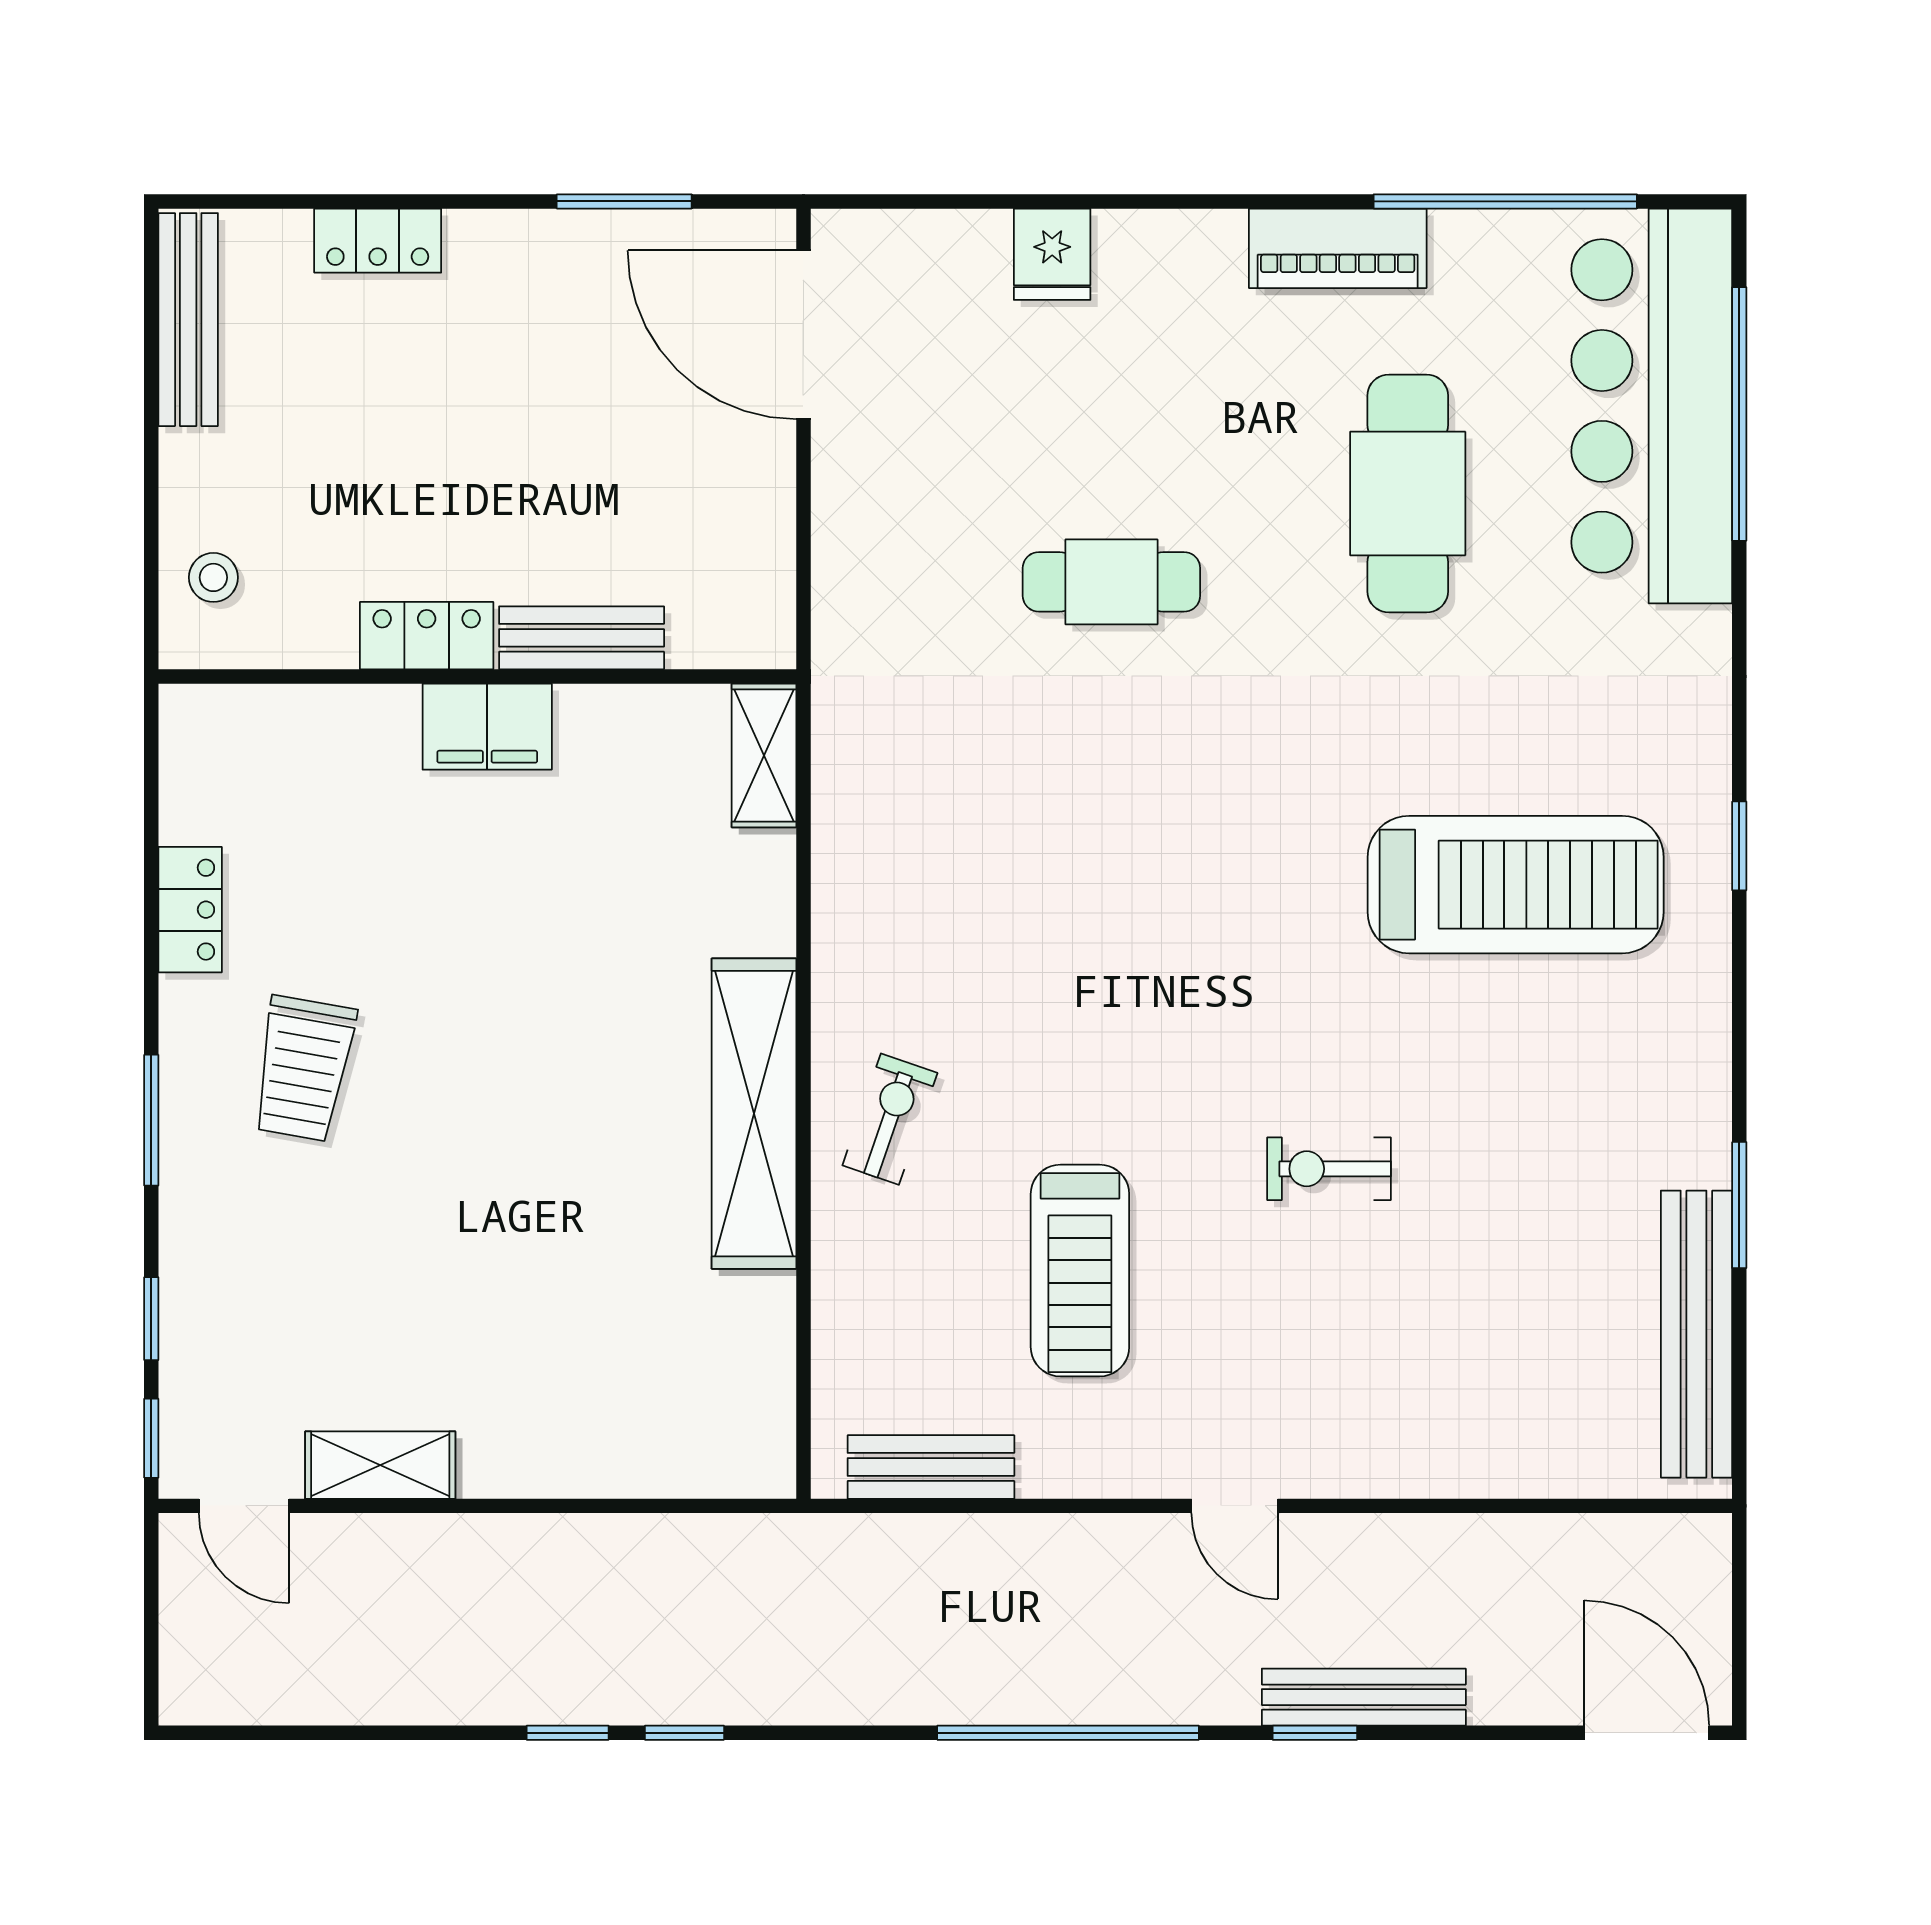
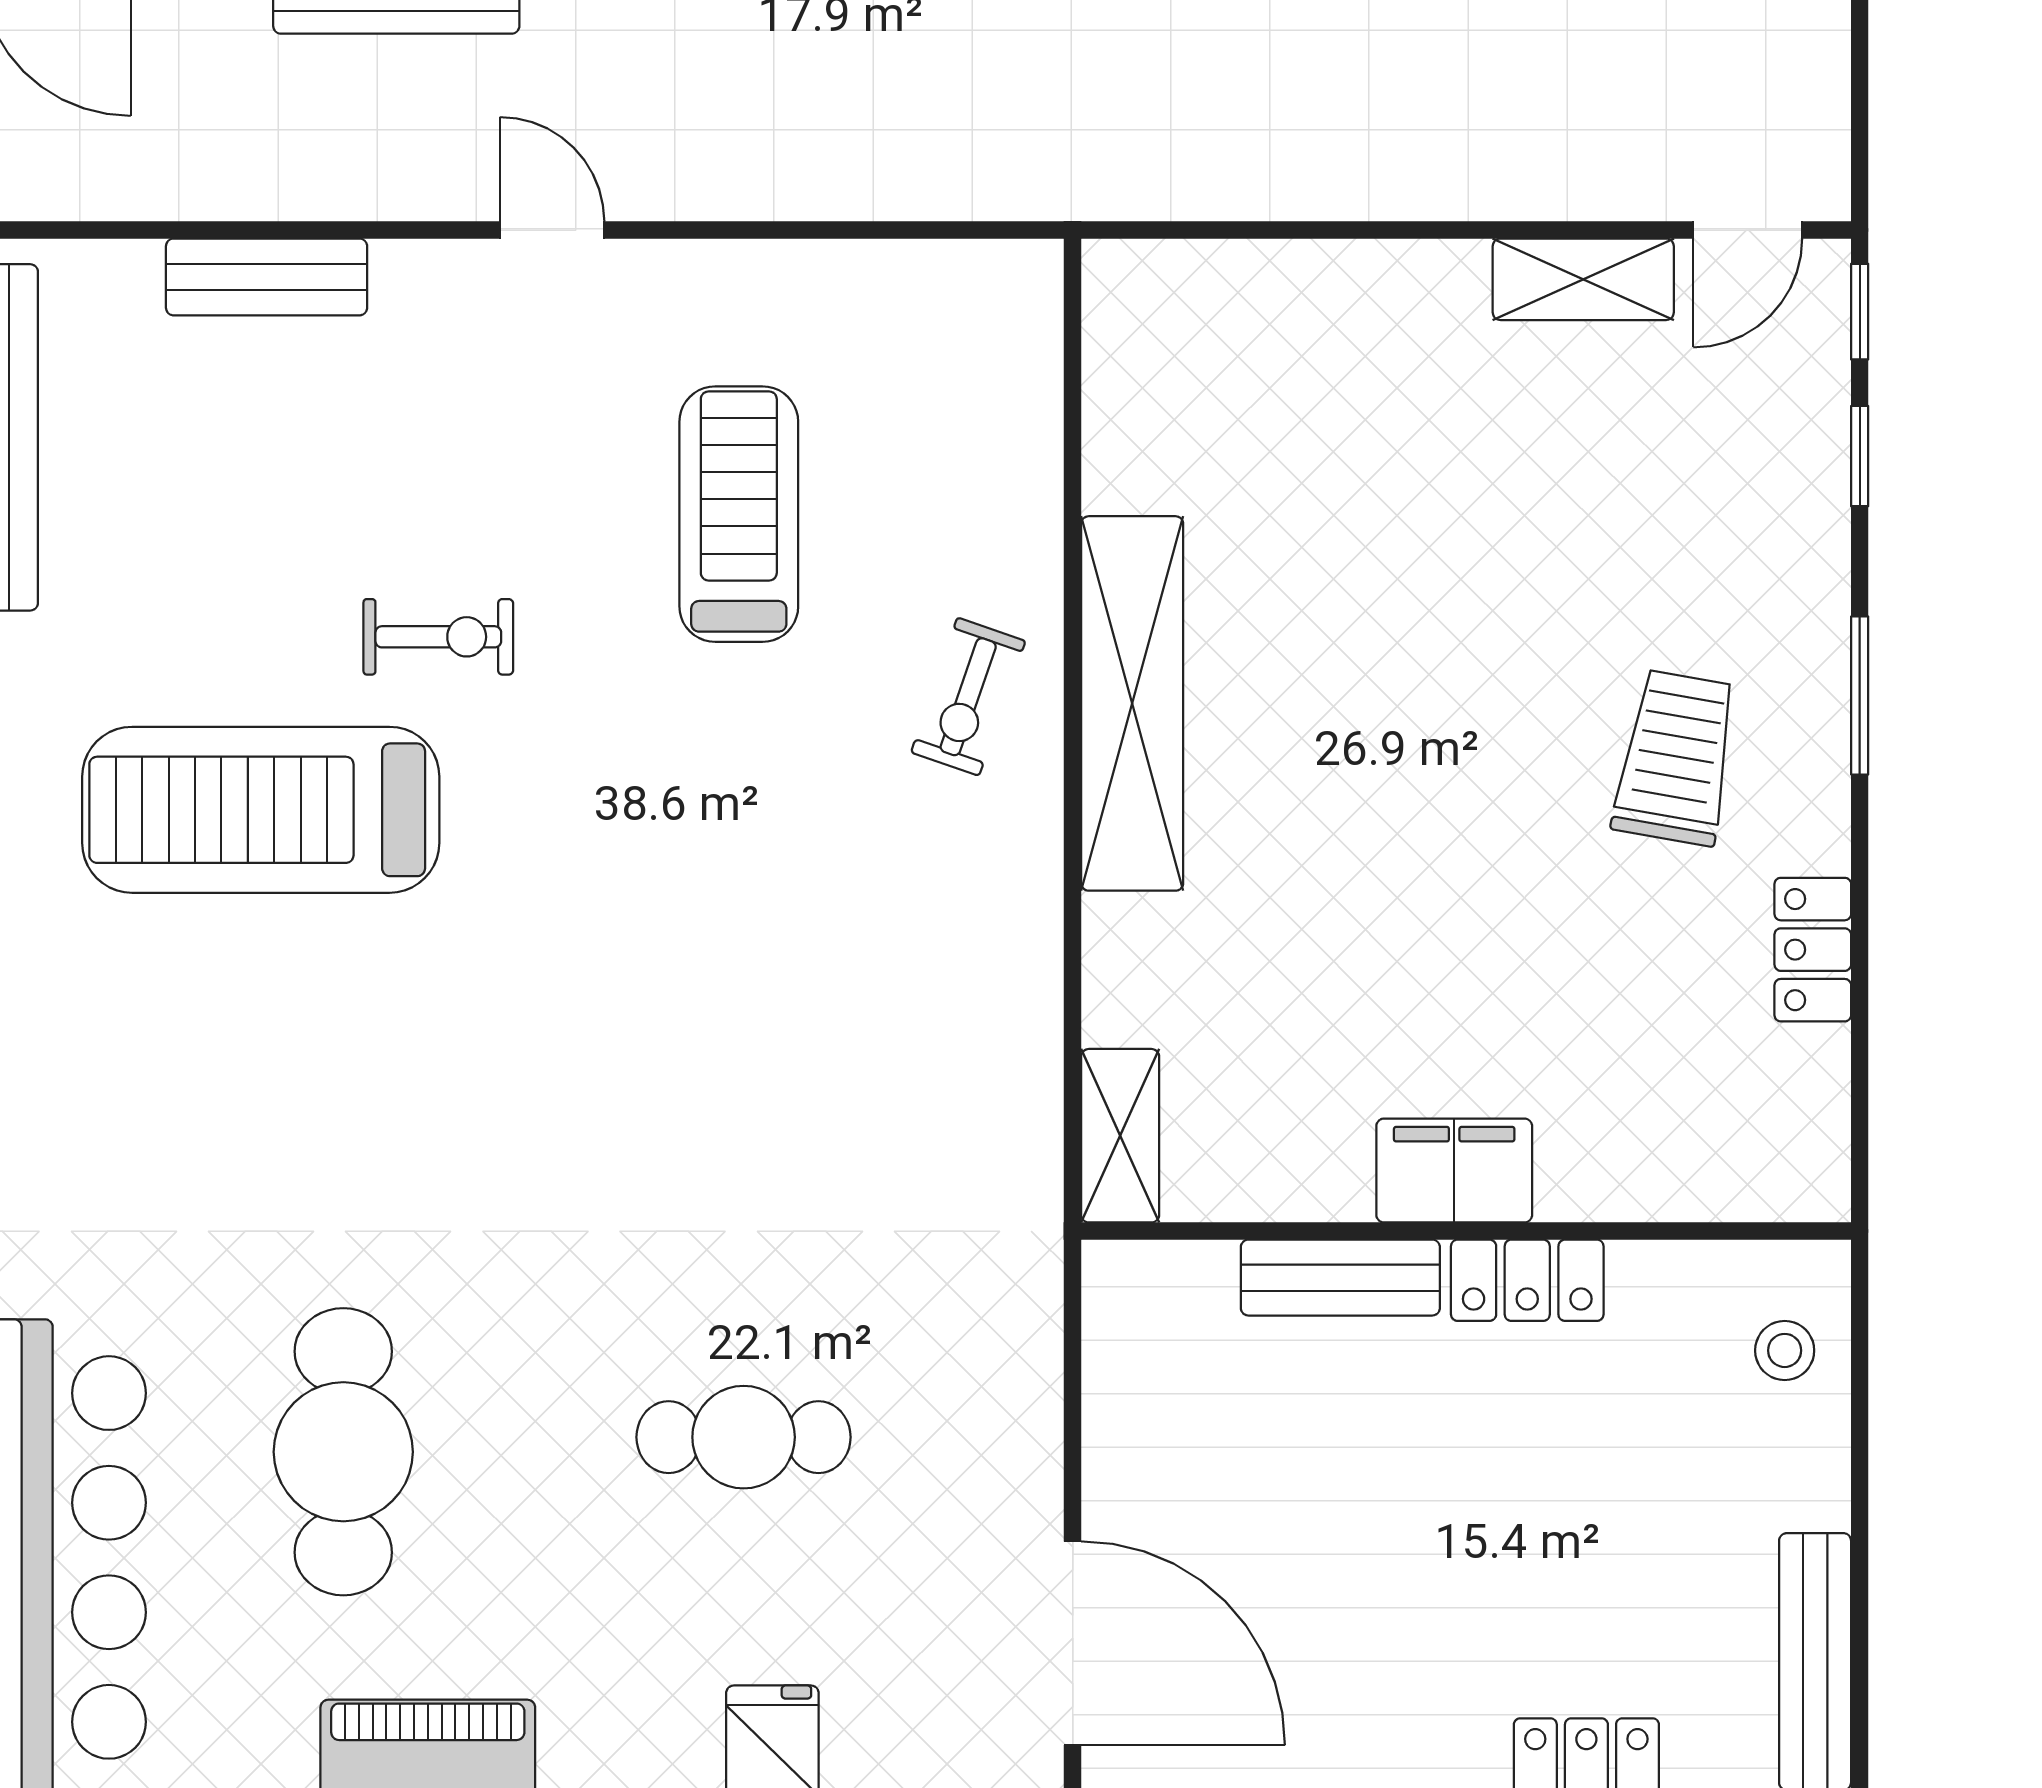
cafe table: (1111, 582) -> (744, 1437), moved
treadmill: (1516, 885) -> (261, 810), moved
bench: (931, 1467) -> (267, 277), moved
door: (244, 1506) -> (1748, 230), swing flipped

